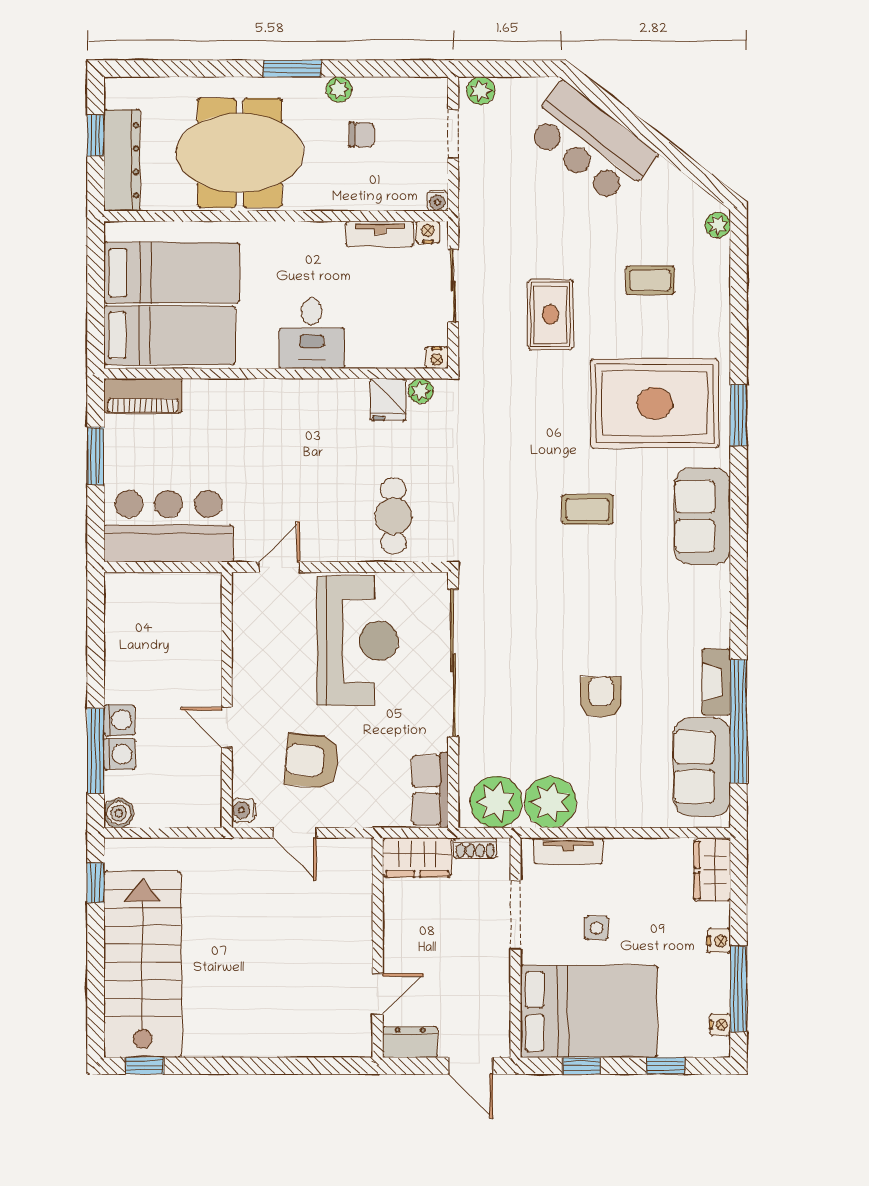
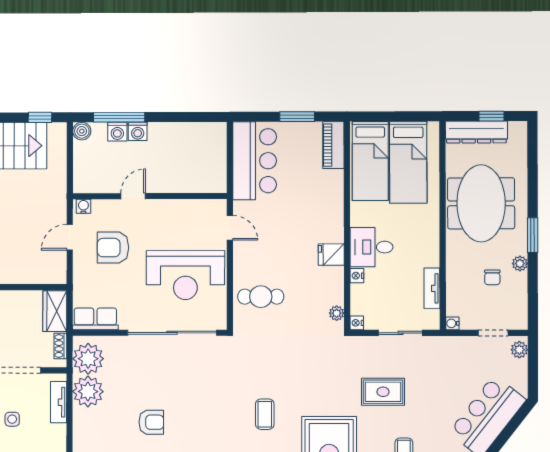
nightstand: (428, 232) -> (357, 276), moved, turned 180
fridge: (388, 400) -> (331, 255), moved
armchair: (312, 761) -> (113, 248), turned -95

